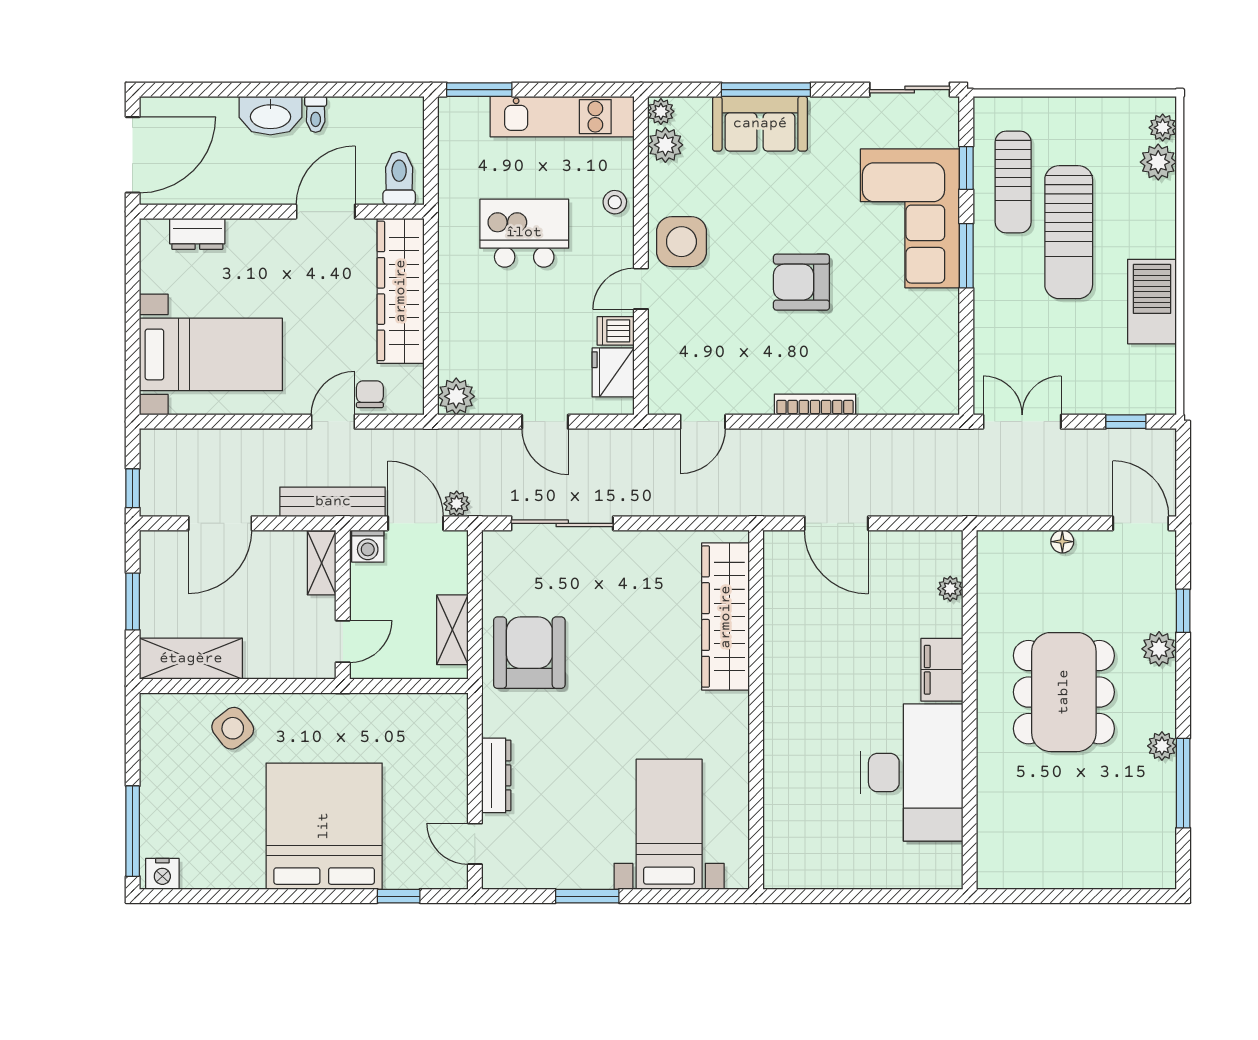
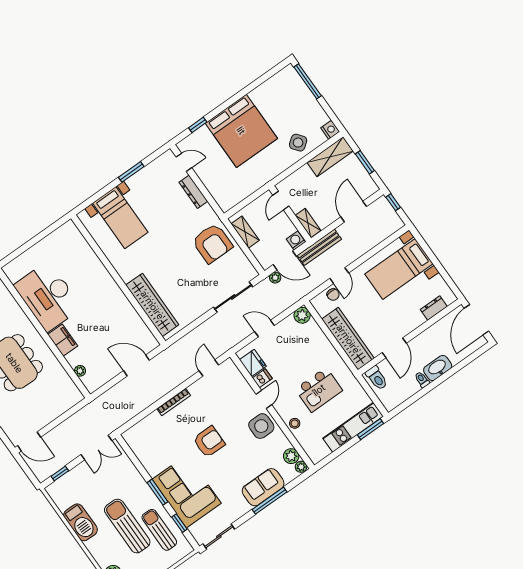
kitchen unit: (562, 117) -> (353, 427), moved
floor lamp: (1062, 542) -> (52, 415), removed
nightstand: (162, 874) -> (330, 130), moved, turned 90

